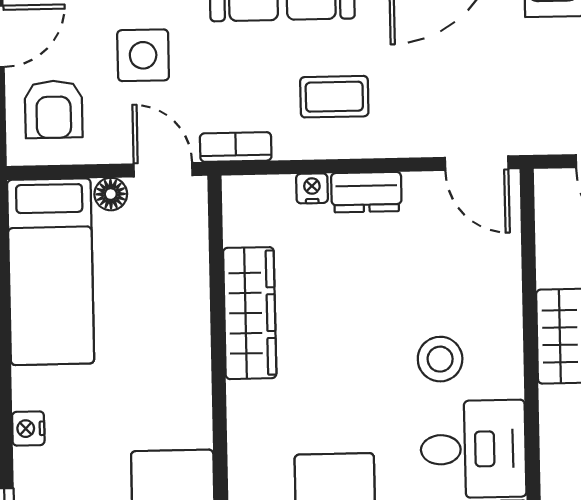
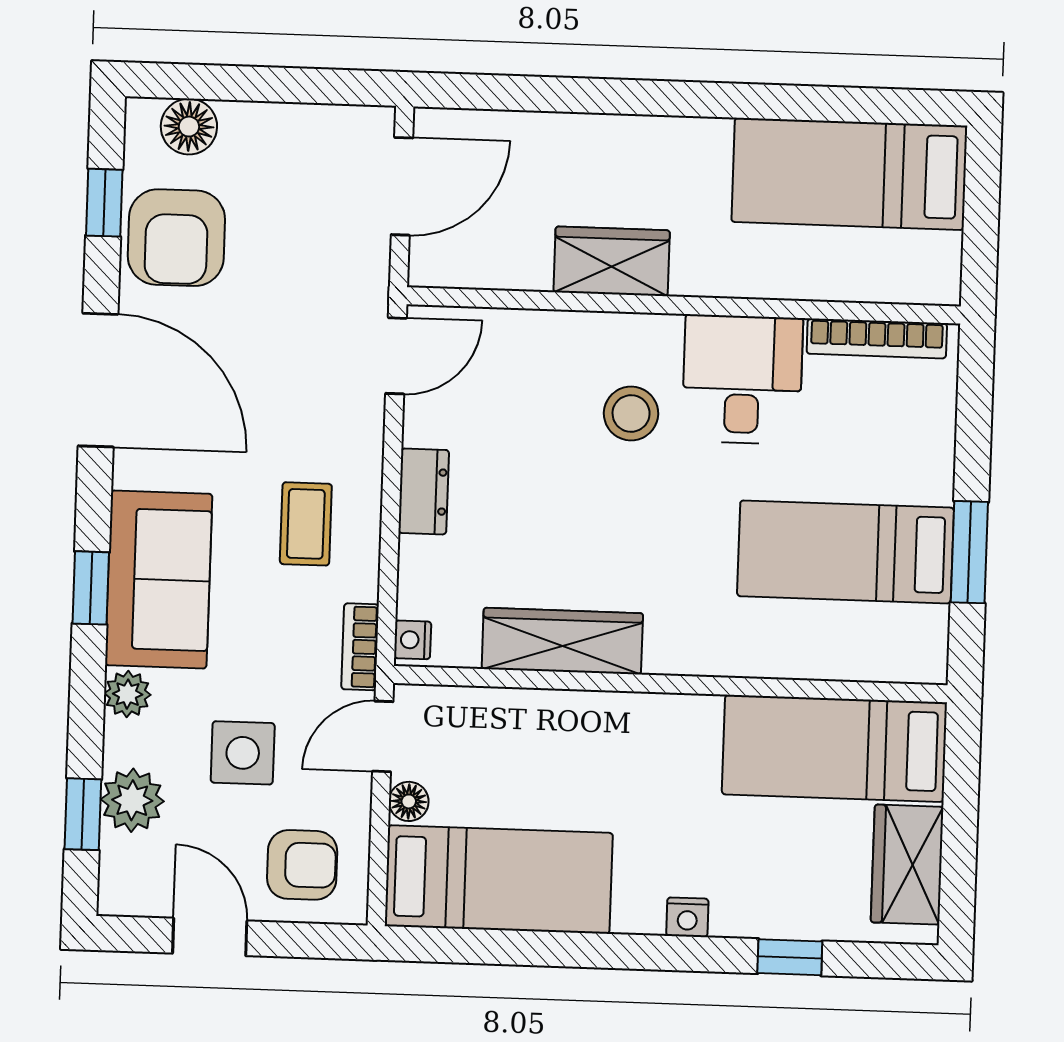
nightstand: (312, 188) -> (413, 640), moved

